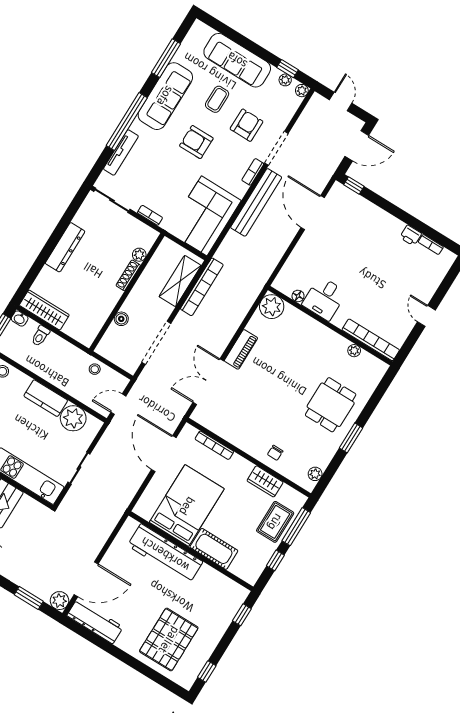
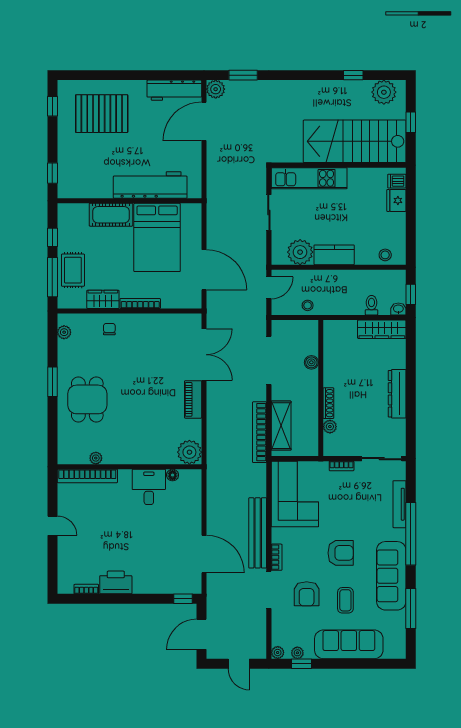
printer: (411, 235) -> (116, 582), width x1.87, depth x1.48
bookcase: (214, 445) -> (140, 303), moved
pallet: (169, 640) -> (102, 114), turned 90

